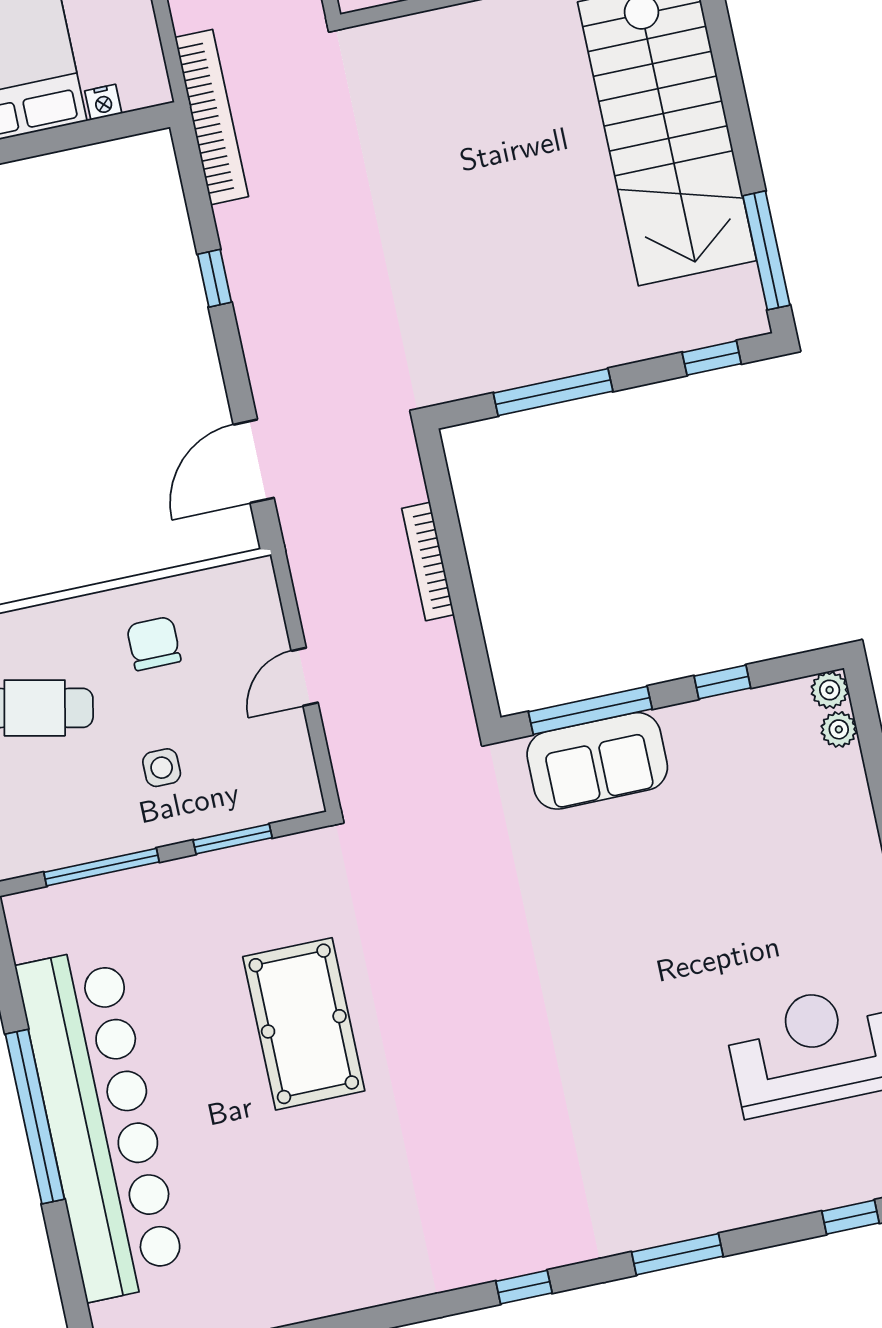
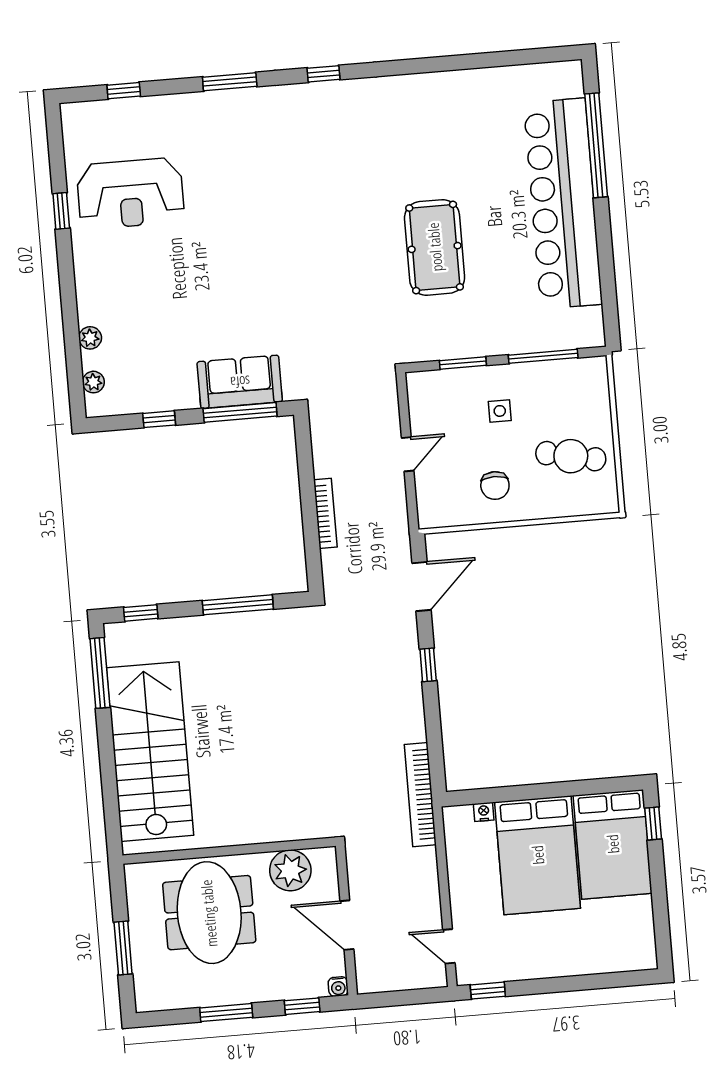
window: (214, 278) -> (428, 665), moved
plant: (830, 690) -> (90, 338), moved
window: (35, 1117) -> (596, 145), moved

